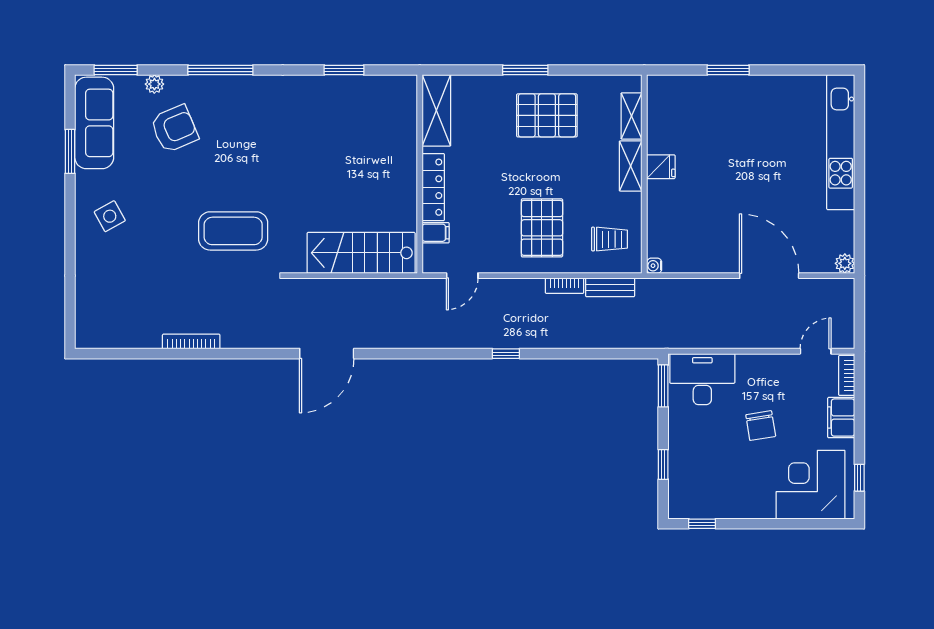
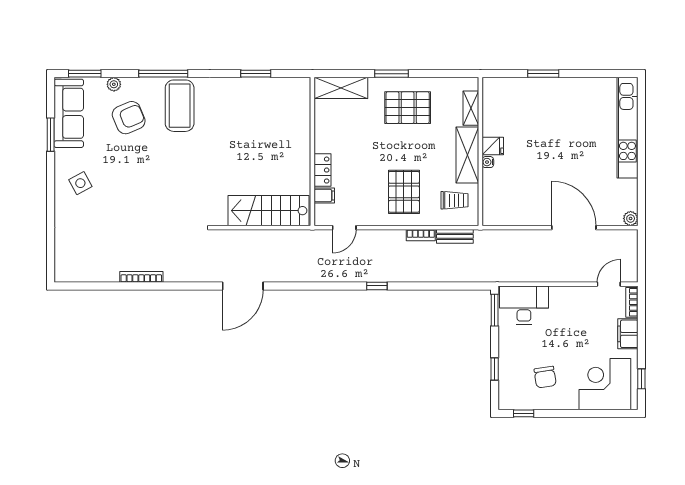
shelving: (436, 110) -> (341, 88), moved, turned 90
shelving: (631, 166) -> (467, 155), width x1.50, depth x1.33
locker: (433, 187) -> (323, 170), width x0.66
coffee table: (233, 231) -> (180, 106), moved, turned 90
water cooler: (654, 266) -> (488, 162), moved
chair: (761, 426) -> (545, 377), moved

